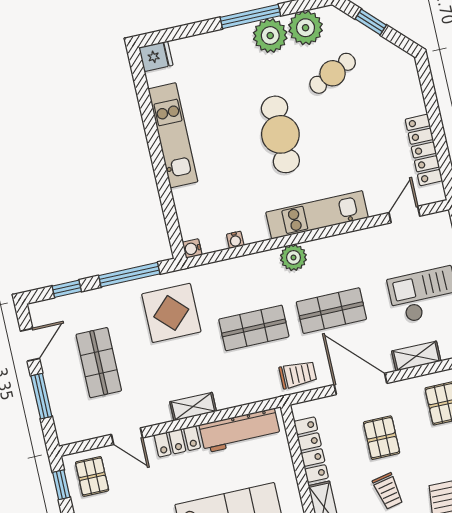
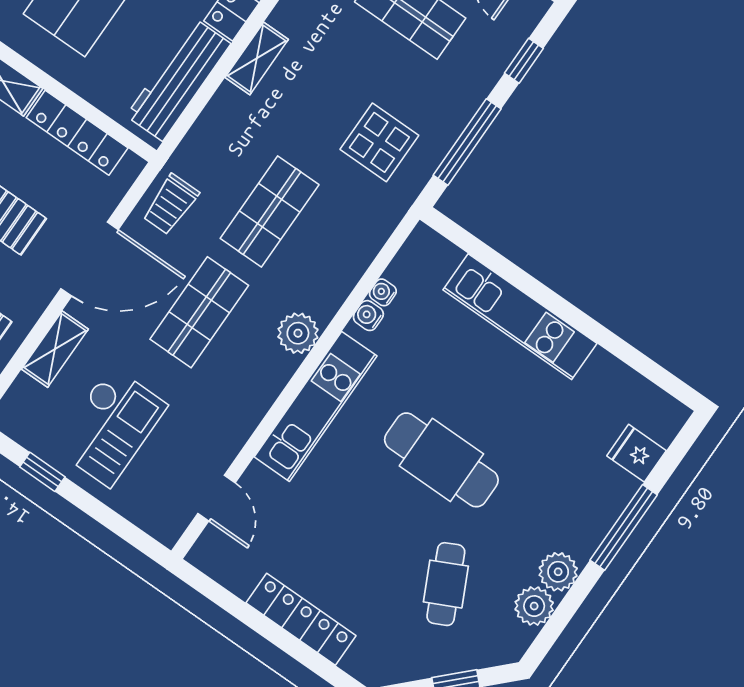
window: (250, 16) -> (624, 527), moved
plant: (306, 28) -> (534, 606), width x0.73, depth x0.73
plant: (270, 36) -> (558, 572), width x0.73, depth x0.73
fridge: (156, 56) -> (637, 453), moved, turned 90
kitchen unit: (173, 135) -> (520, 317), moved
locker: (424, 150) -> (301, 619), moved
water cooler: (192, 249) -> (368, 316), moved, turned -90
display table: (171, 313) -> (379, 142), width x0.73, depth x0.73

